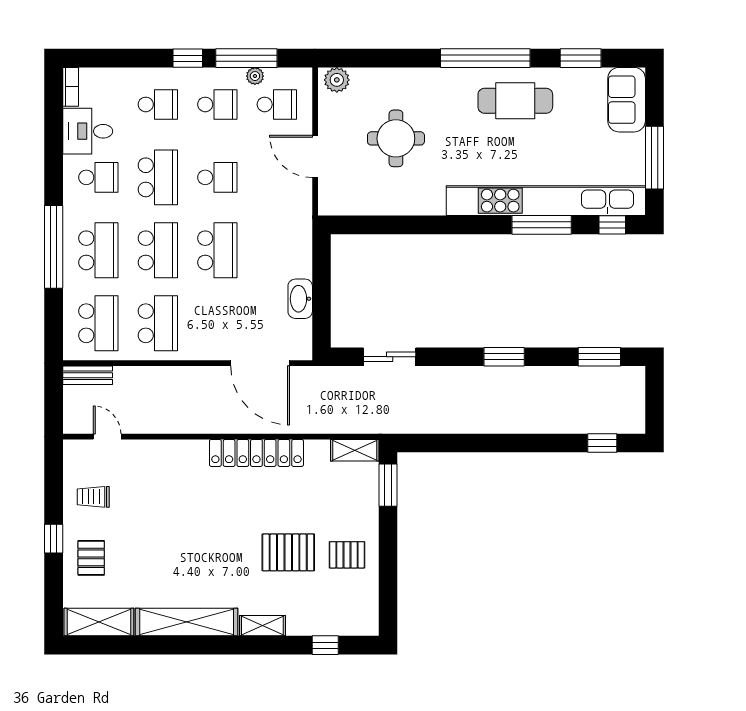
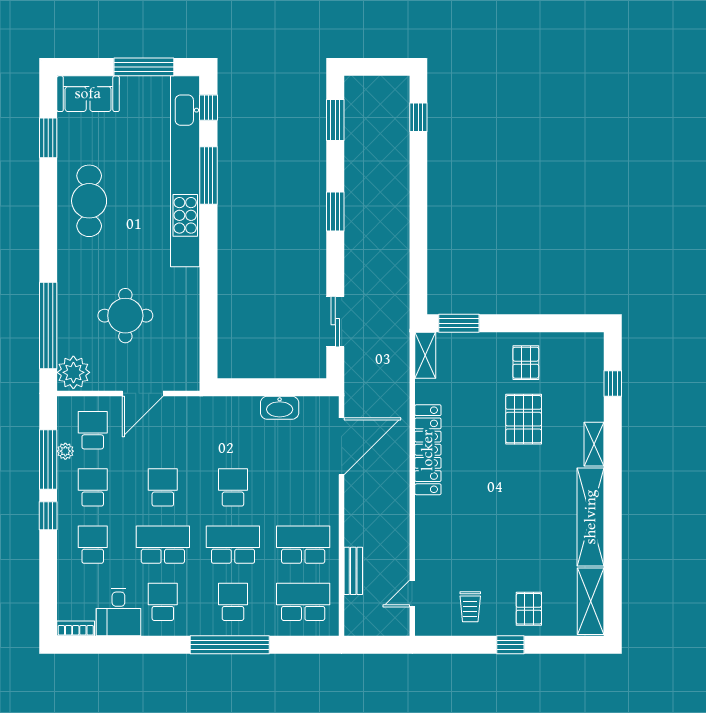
window: (485, 58) -> (48, 325), moved
plant: (337, 80) -> (73, 372), width x1.36, depth x1.36
school desk: (98, 250) -> (233, 602), width x0.54
school desk: (217, 250) -> (233, 487), width x0.54
bench: (88, 375) -> (353, 571), moved
pallet: (91, 558) -> (529, 609), turned 90

